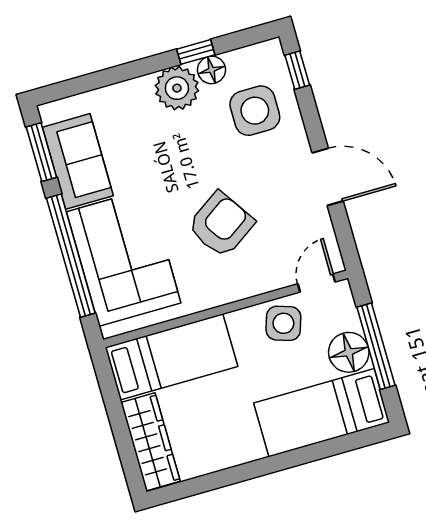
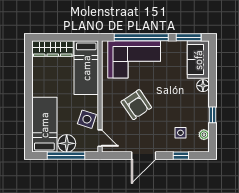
floor lamp: (212, 70) -> (203, 86), moved
window: (297, 70) -> (181, 156), moved
plant: (177, 88) -> (204, 135), moved, width x0.53, depth x0.53
side table: (255, 111) -> (180, 133), width x0.54, depth x0.54
sofa: (78, 161) -> (198, 60), moved, turned 90

